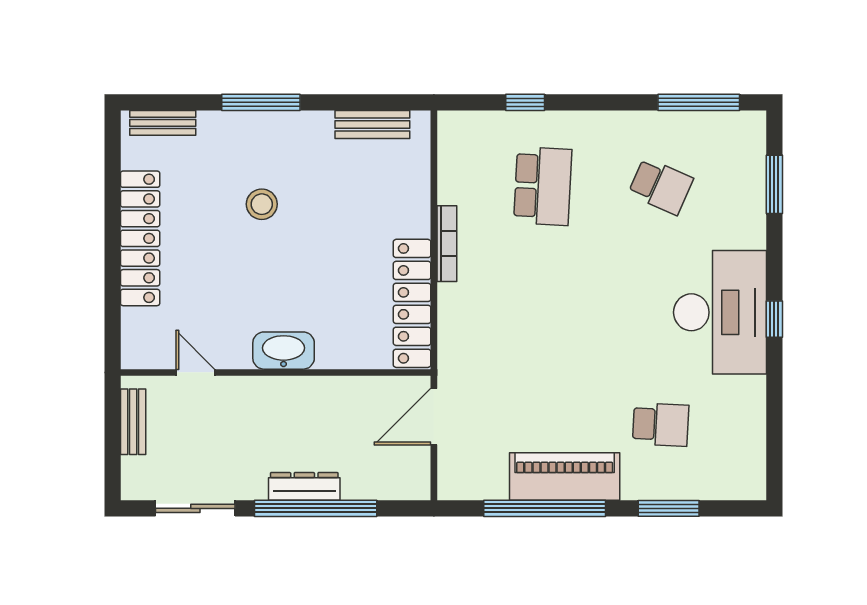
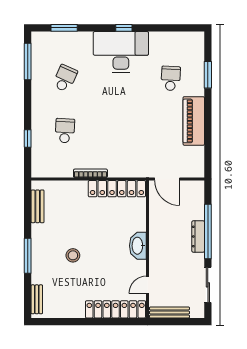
school desk: (543, 186) -> (65, 131), width x0.54
locker: (140, 238) -> (116, 309), moved
bench: (133, 422) -> (169, 312), width x1.36
window: (545, 508) -> (208, 130), removed

